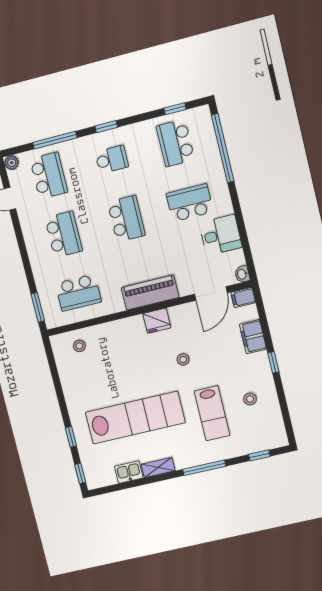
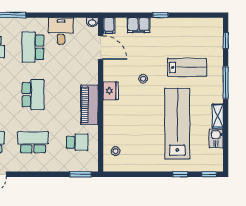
school desk: (126, 219) -> (33, 95), turned 90
school desk: (78, 293) -> (77, 142), width x0.54
piano: (150, 293) -> (89, 105), moved
stool: (250, 399) -> (183, 38), removed

